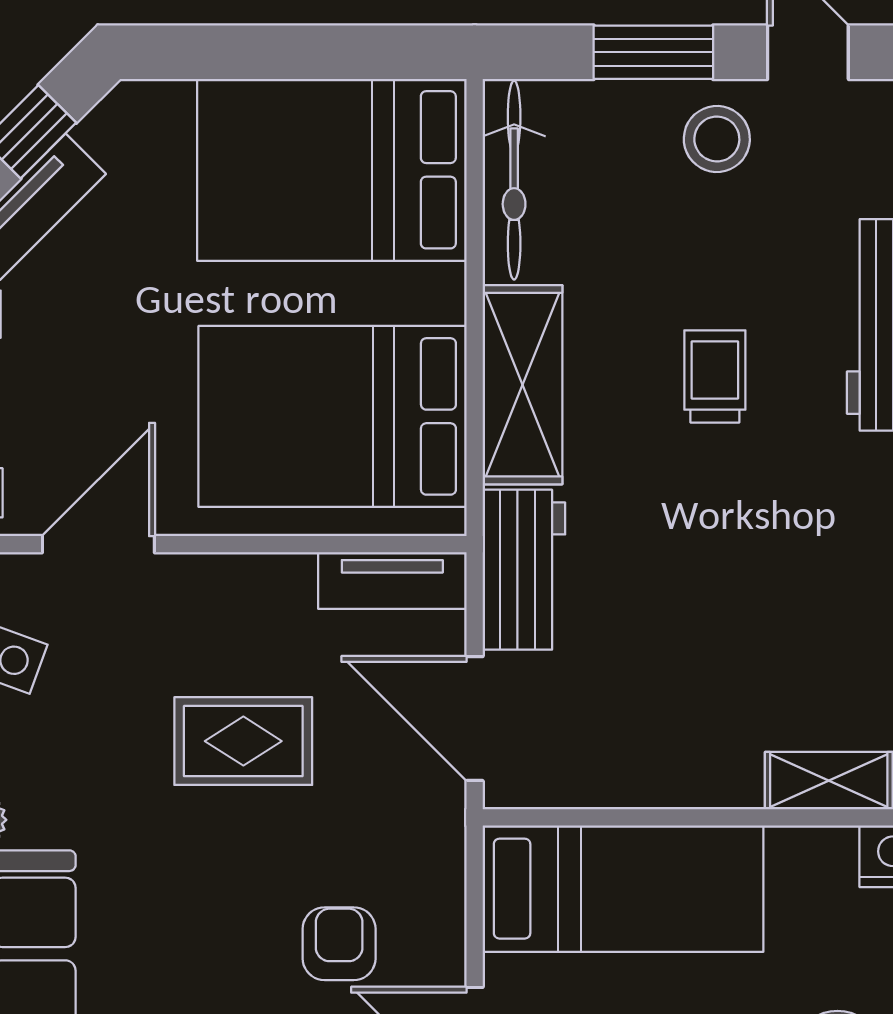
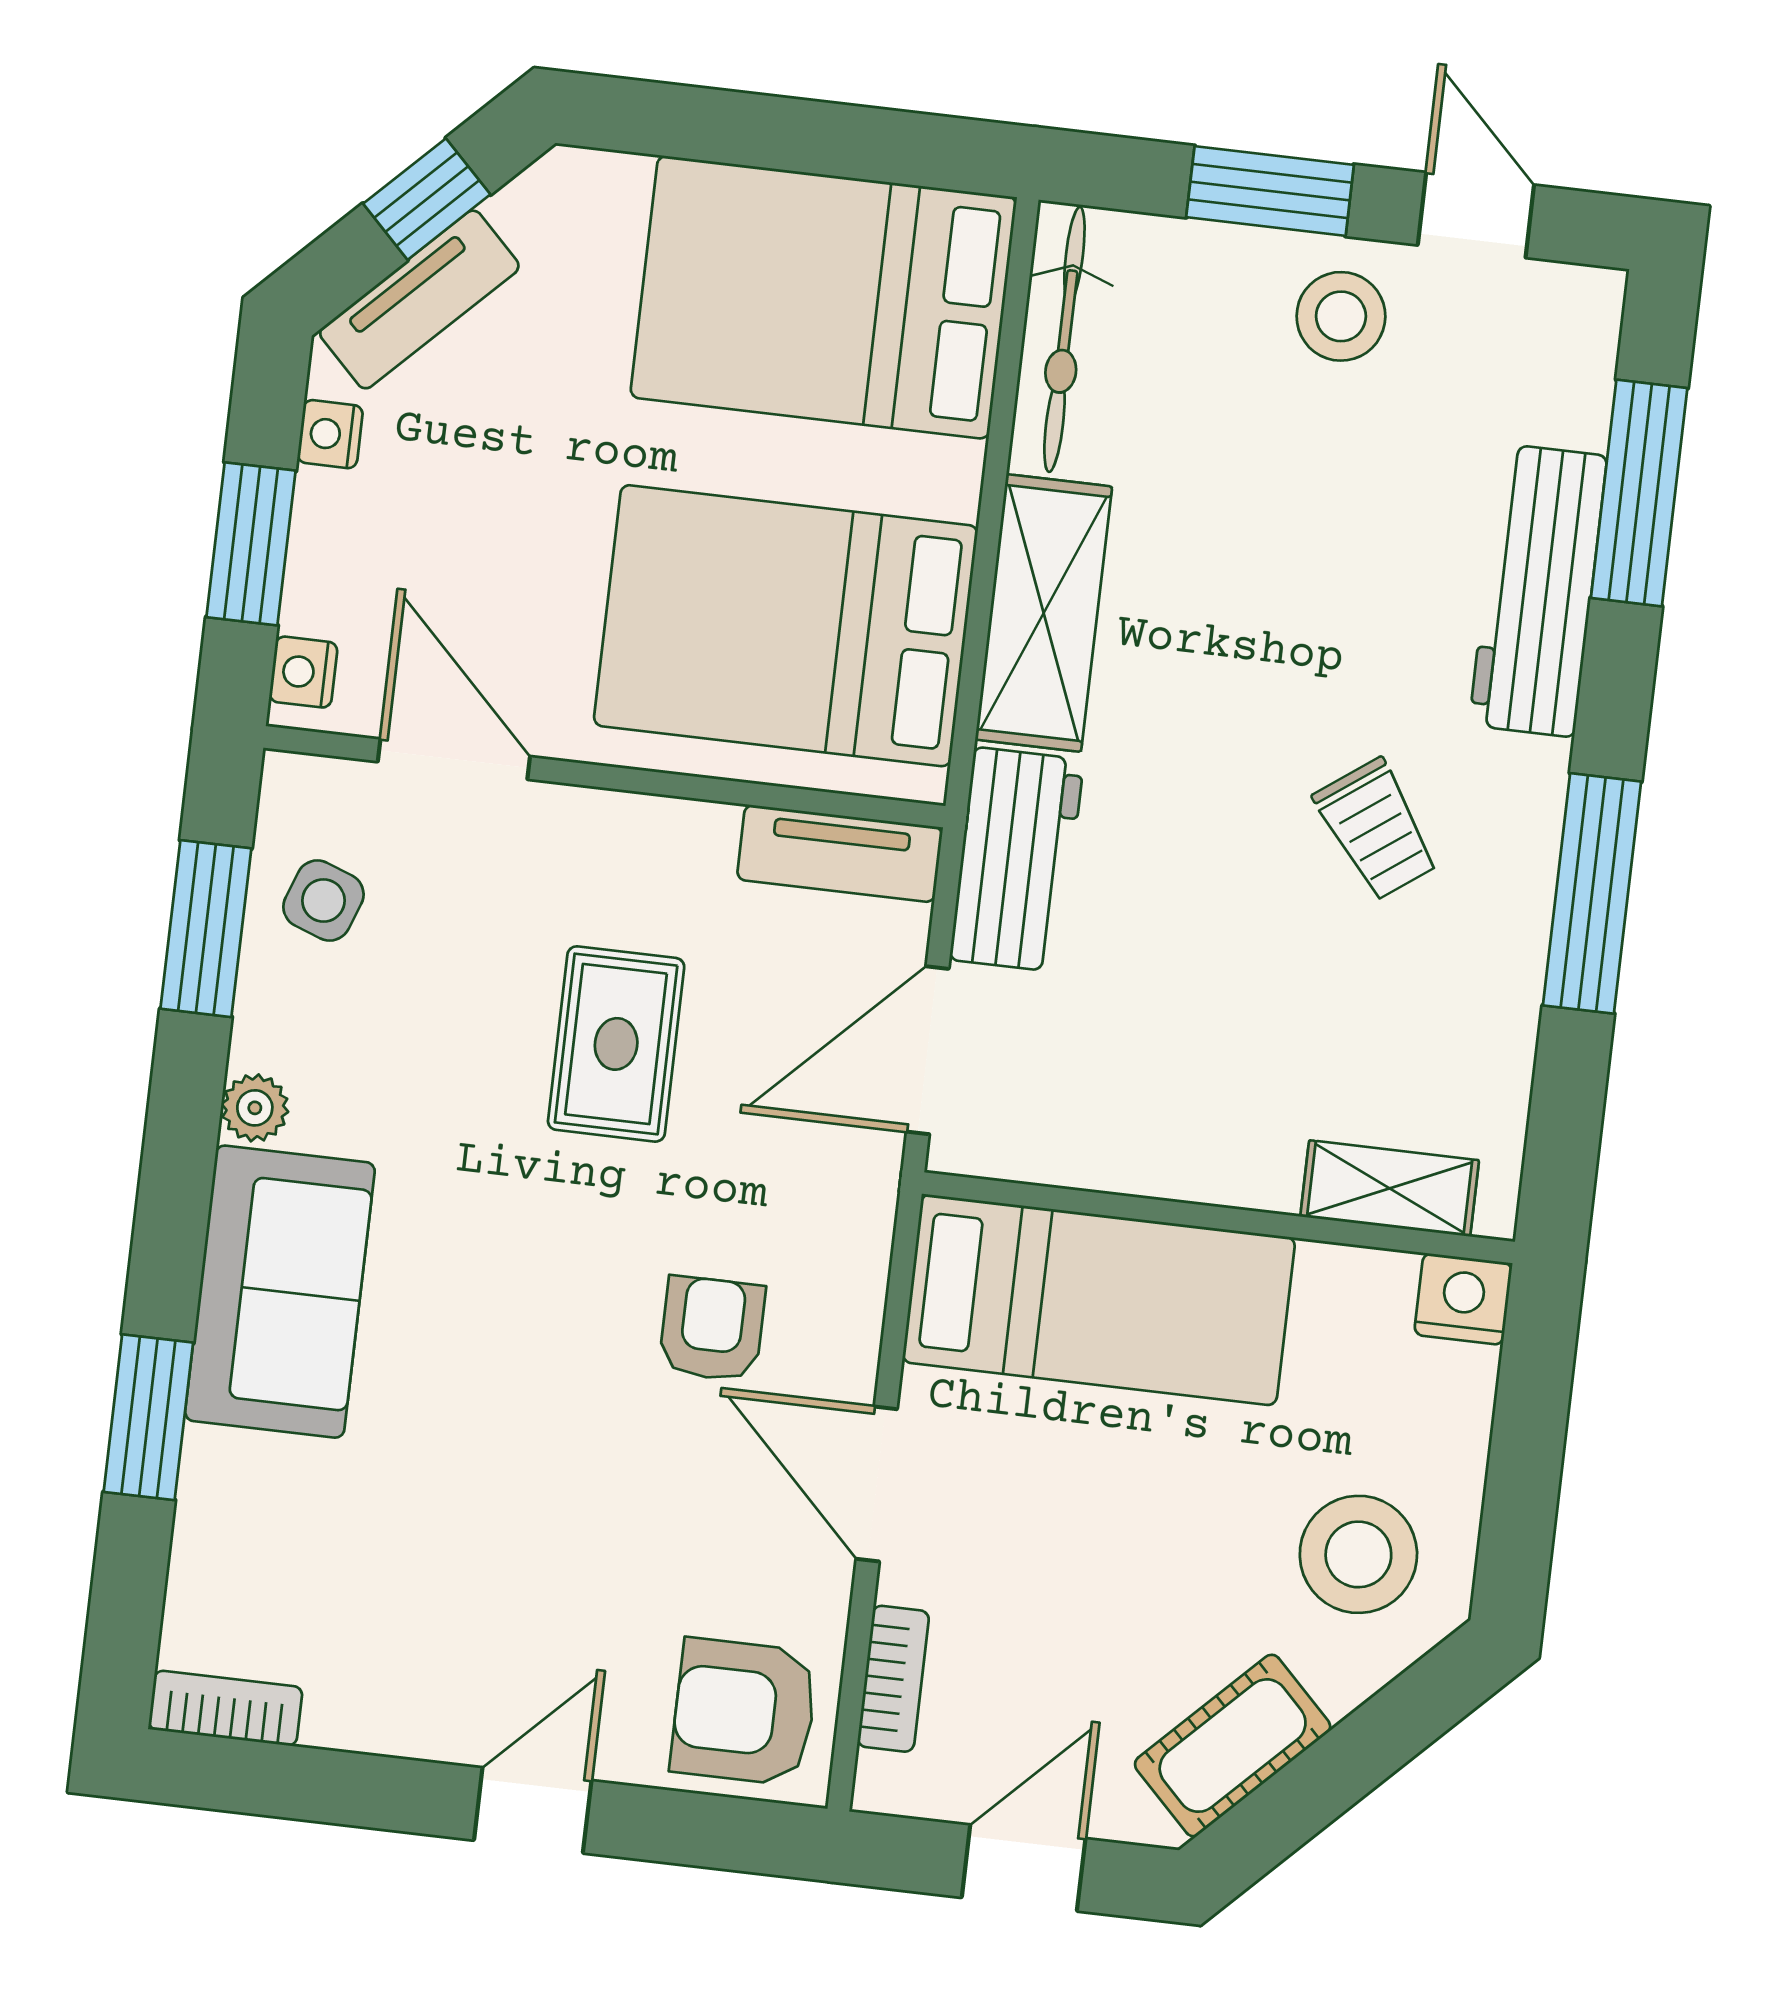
trolley: (715, 376) -> (1376, 829), moved, turned 144
door: (98, 544) -> (454, 759), hinge flipped
door: (475, 719) -> (928, 1050), hinge flipped
rug: (243, 741) -> (616, 1044), turned 90

